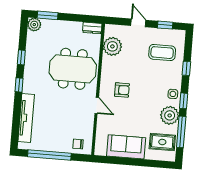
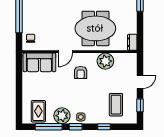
plant: (112, 46) -> (105, 61), moved
meeting table: (73, 69) -> (95, 28), turned 90
sofa: (126, 147) -> (39, 62), moved, turned 90

